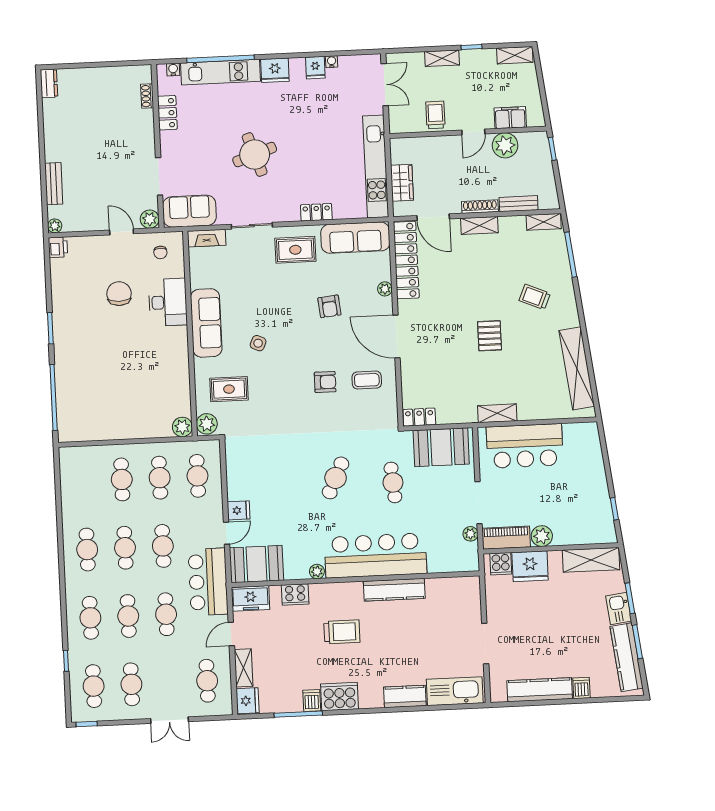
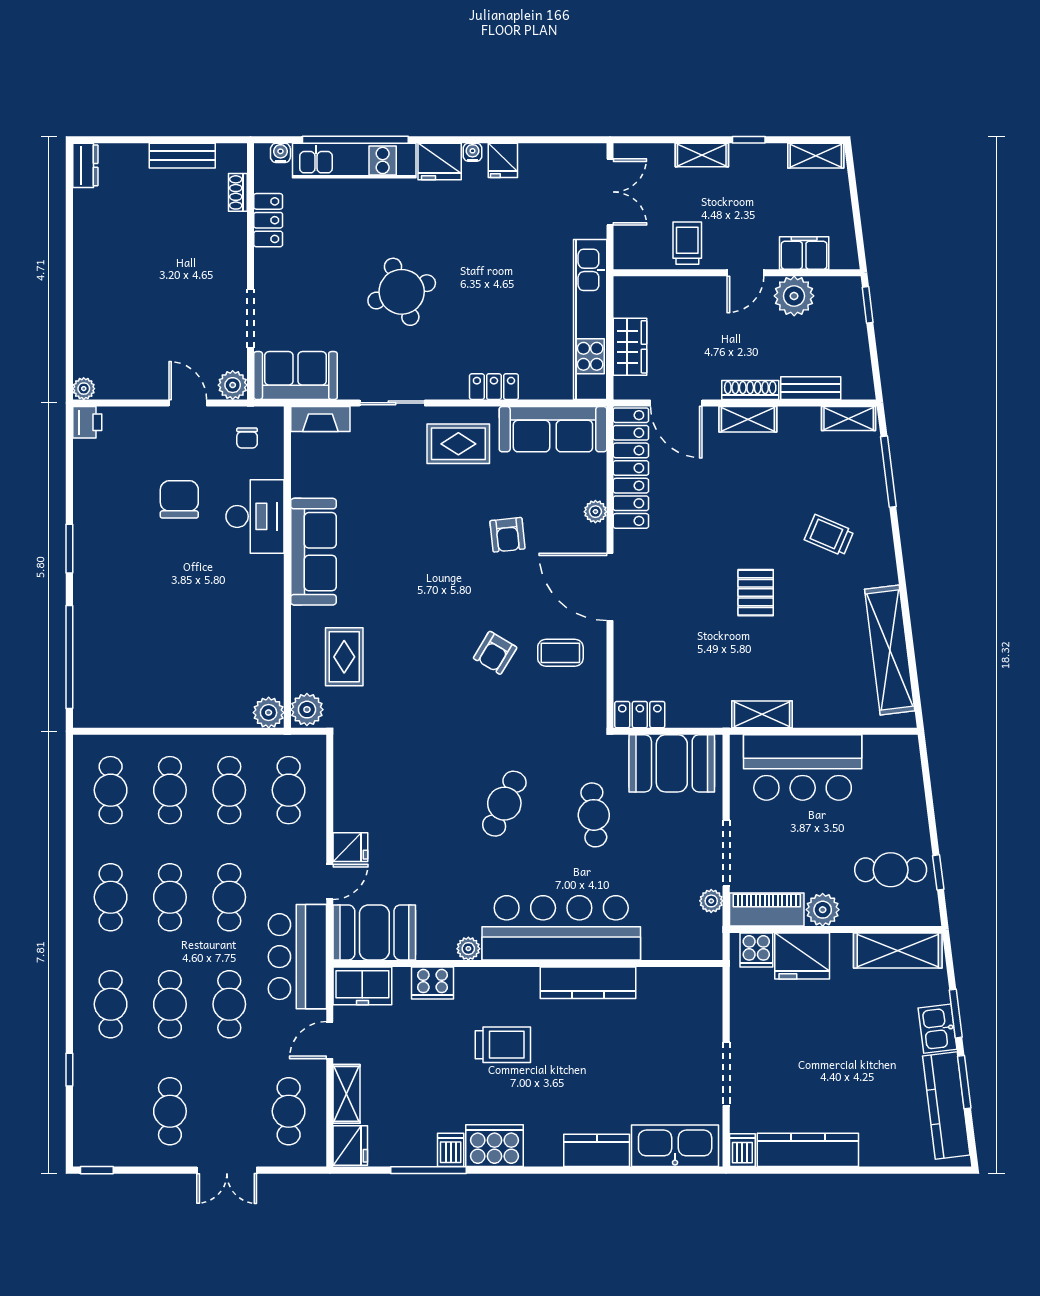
water cooler: (332, 62) -> (473, 152), moved
bench: (54, 184) -> (182, 156), moved, turned 90
side table: (258, 343) -> (393, 587), removed
armchair: (325, 382) -> (495, 653), turned 121
rug: (229, 389) -> (344, 657), turned 90
cafe table: (584, 509) -> (891, 870), added
cafe table: (94, 686) -> (111, 790), moved
dishwasher: (581, 688) -> (742, 1150), moved

